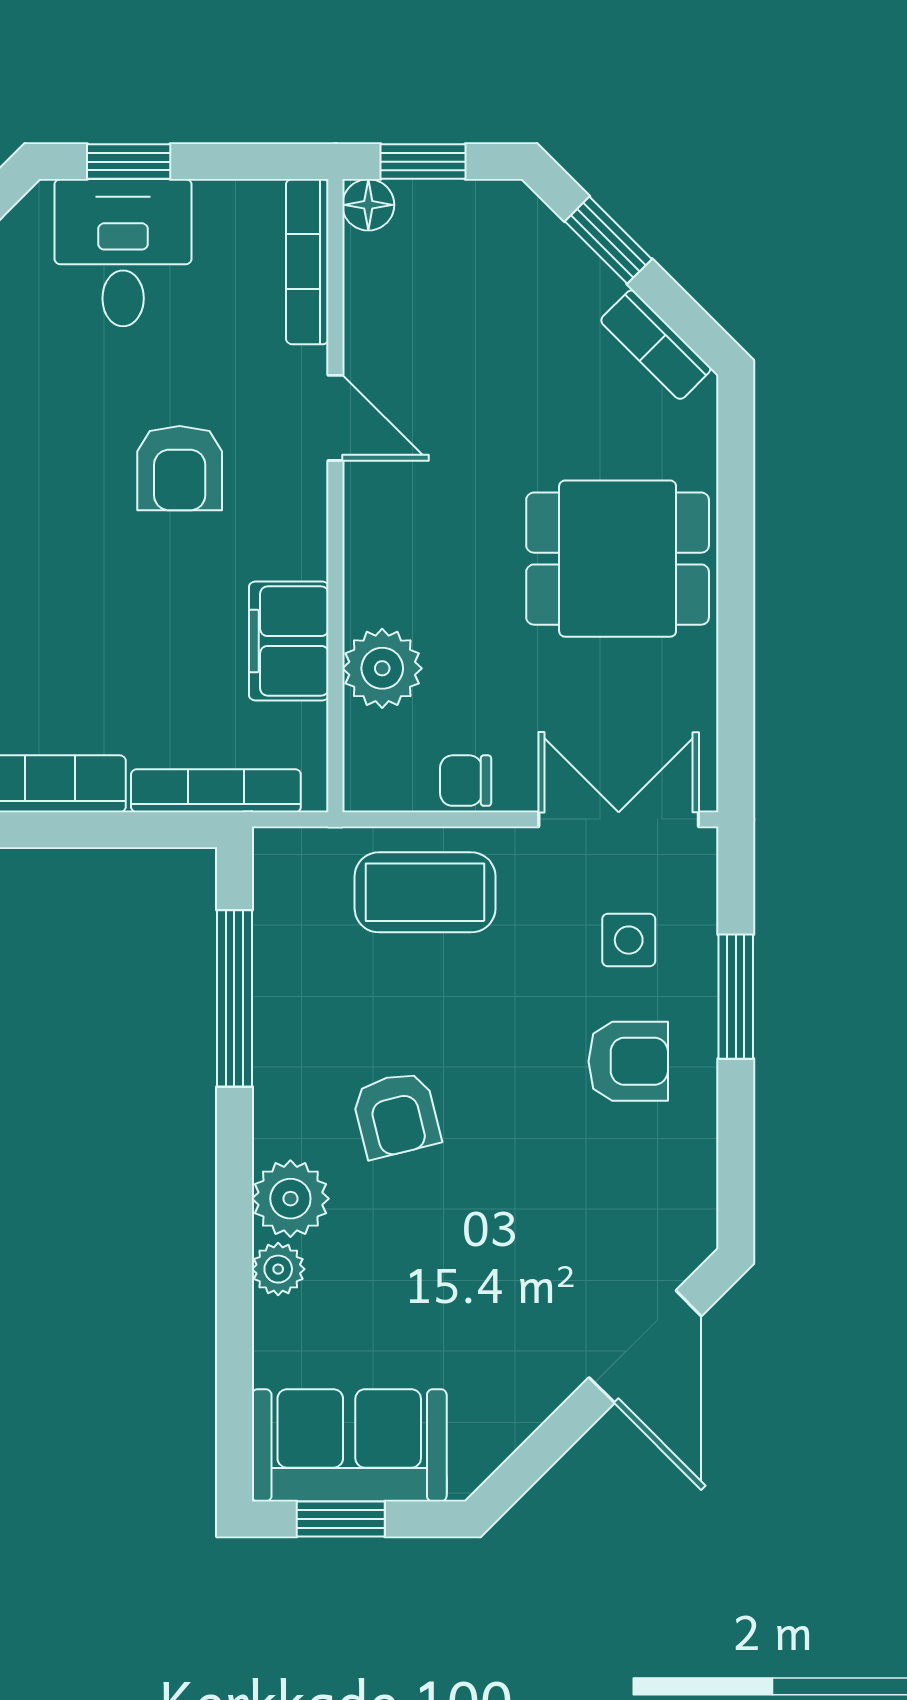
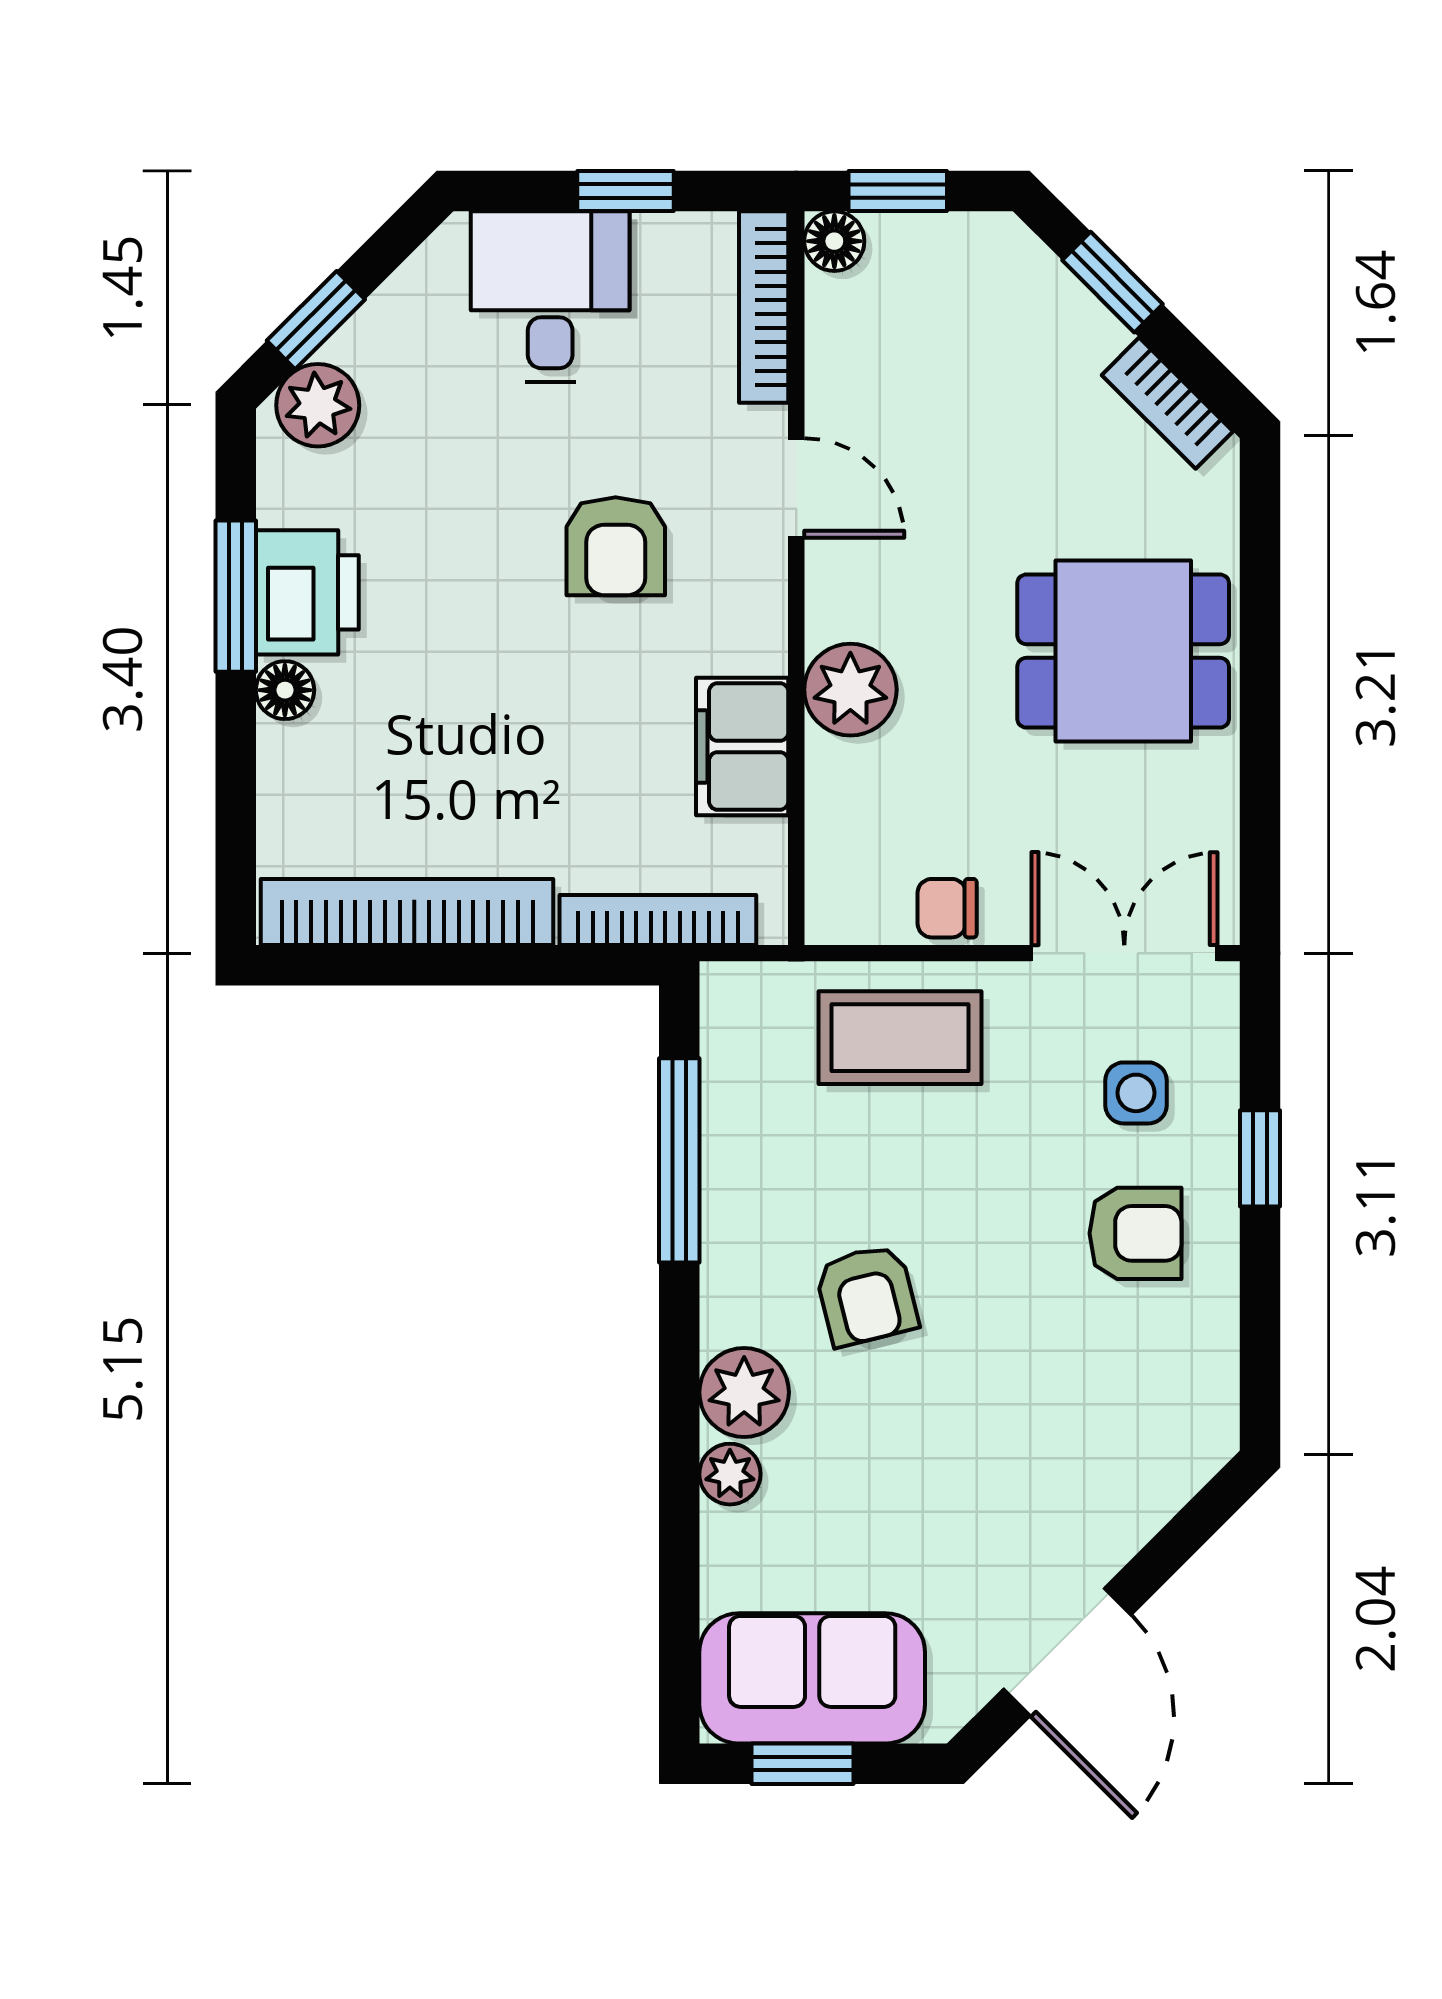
window: (129, 162) -> (626, 191), moved
plant: (382, 668) -> (850, 690), moved
window: (736, 997) -> (1260, 1158), width x0.67
door: (645, 1347) -> (1067, 1652), moved

